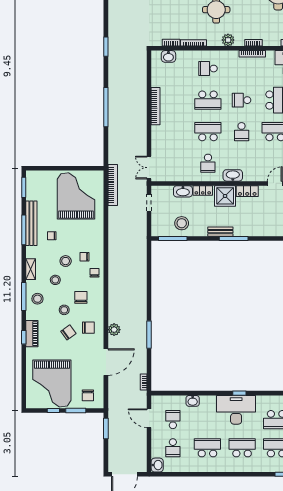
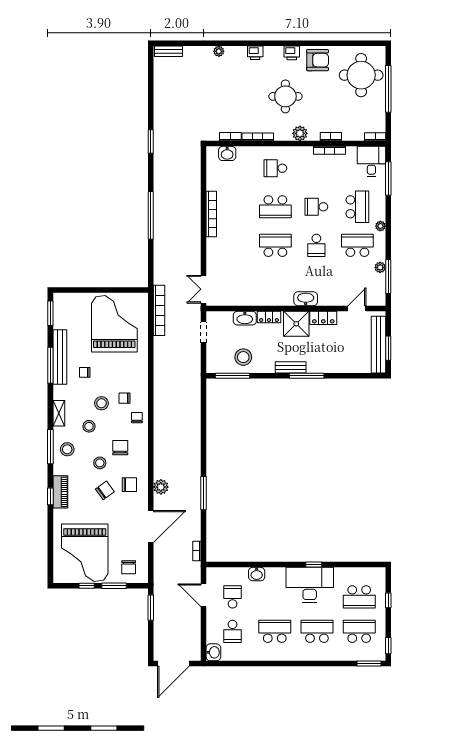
school desk: (208, 163) -> (275, 284), removed

